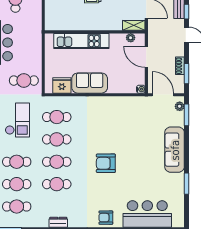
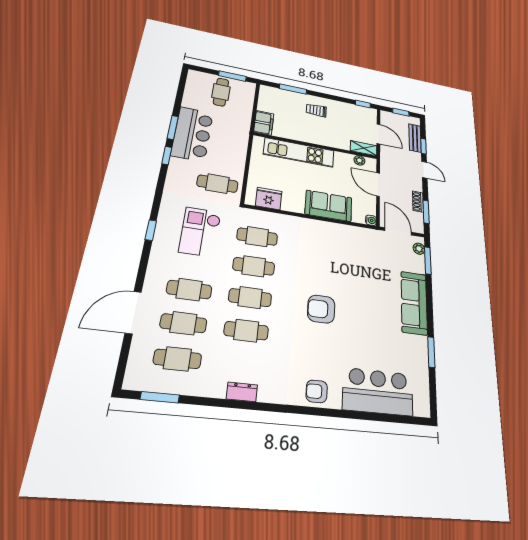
filing cabinet: (52, 20) -> (264, 123), added
sofa: (90, 83) -> (329, 206), moved
checkout: (17, 120) -> (200, 232), turned 180

